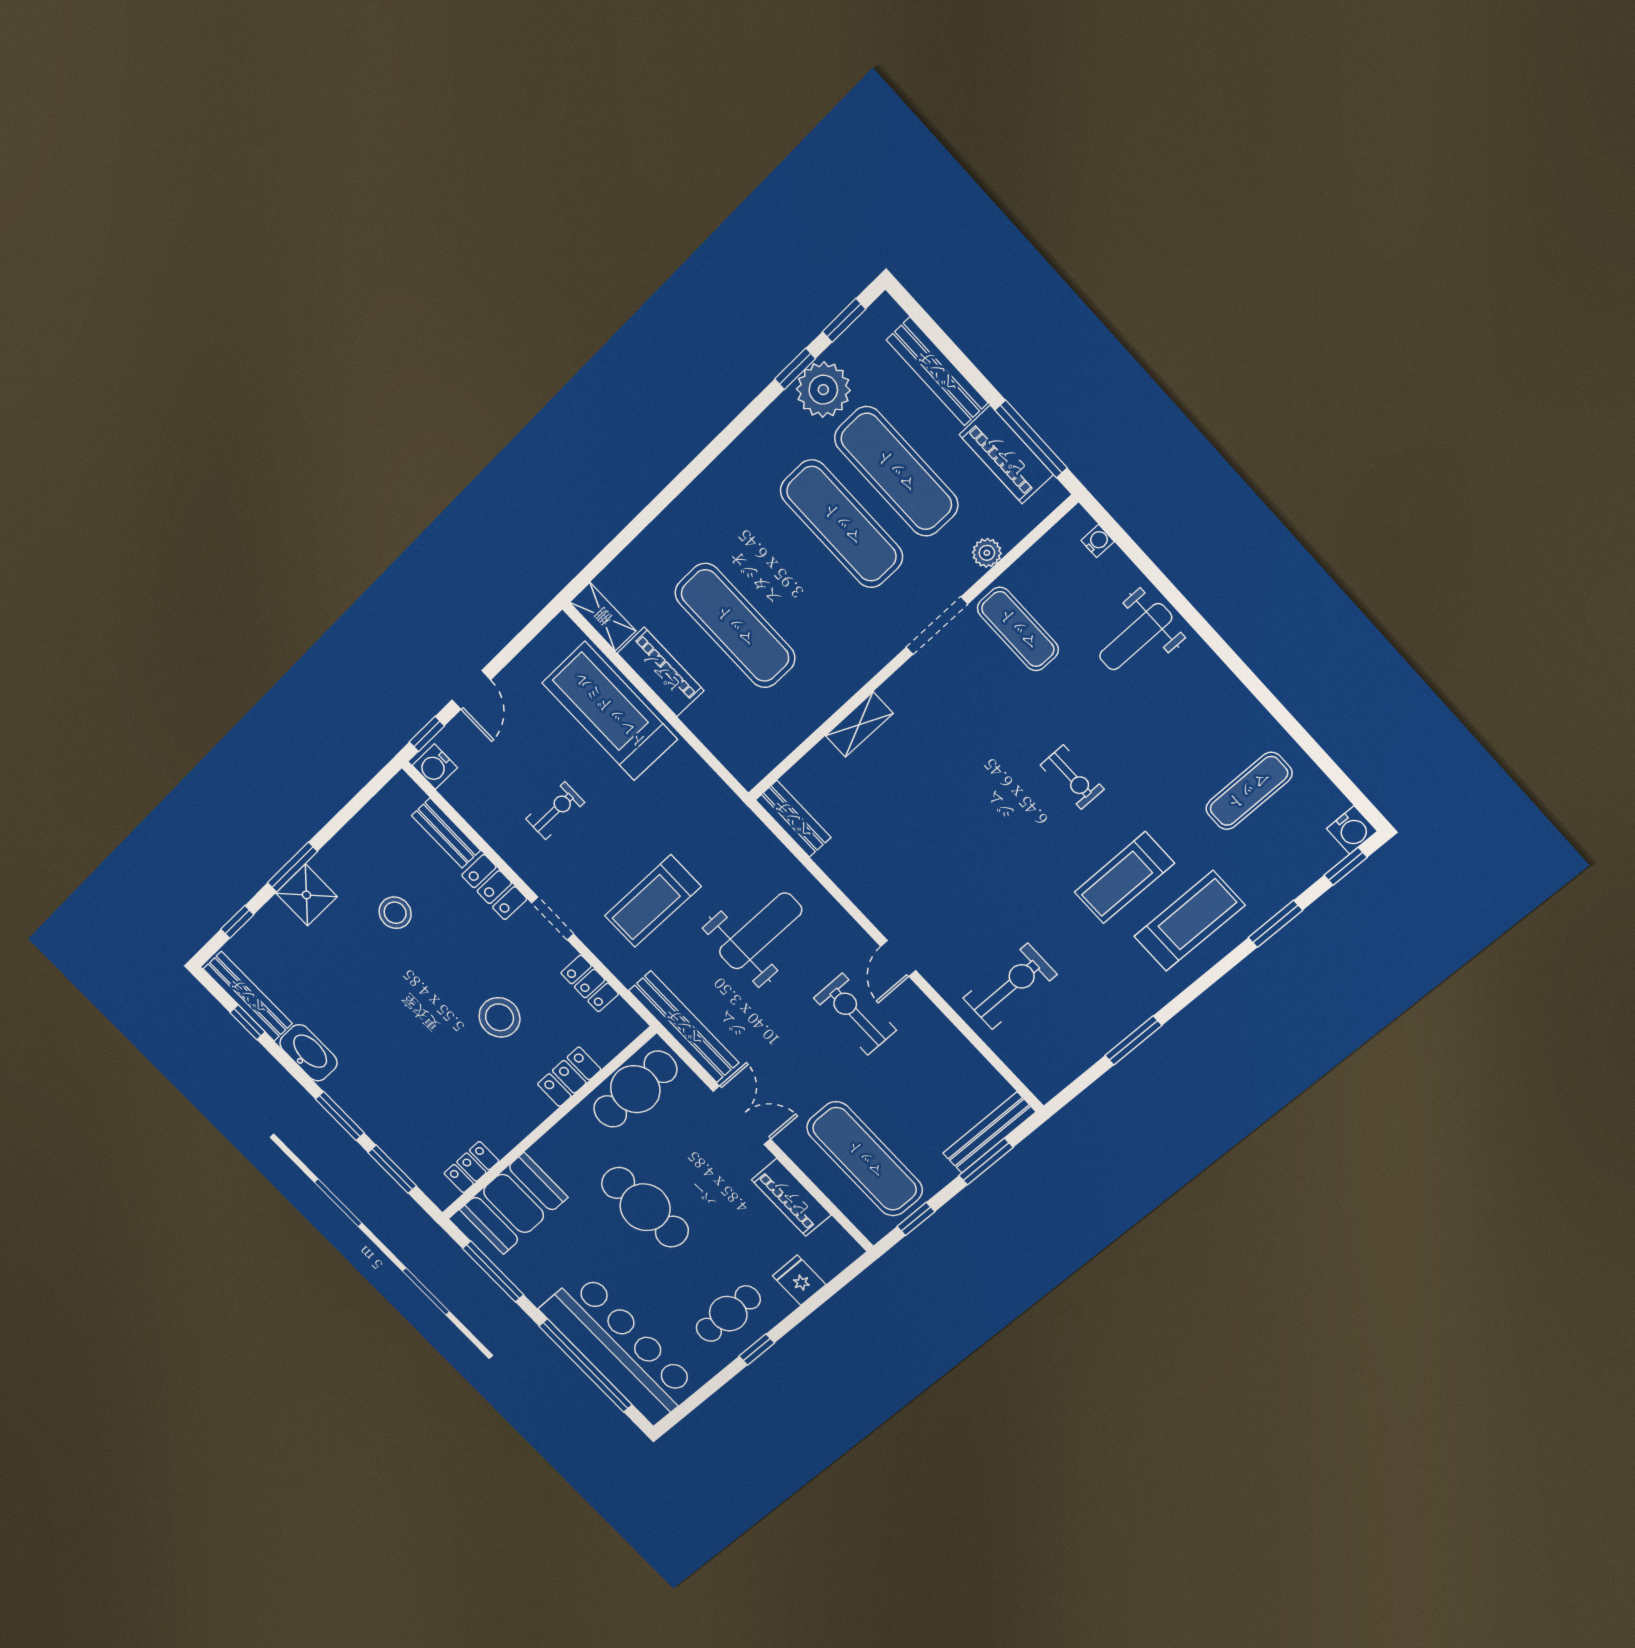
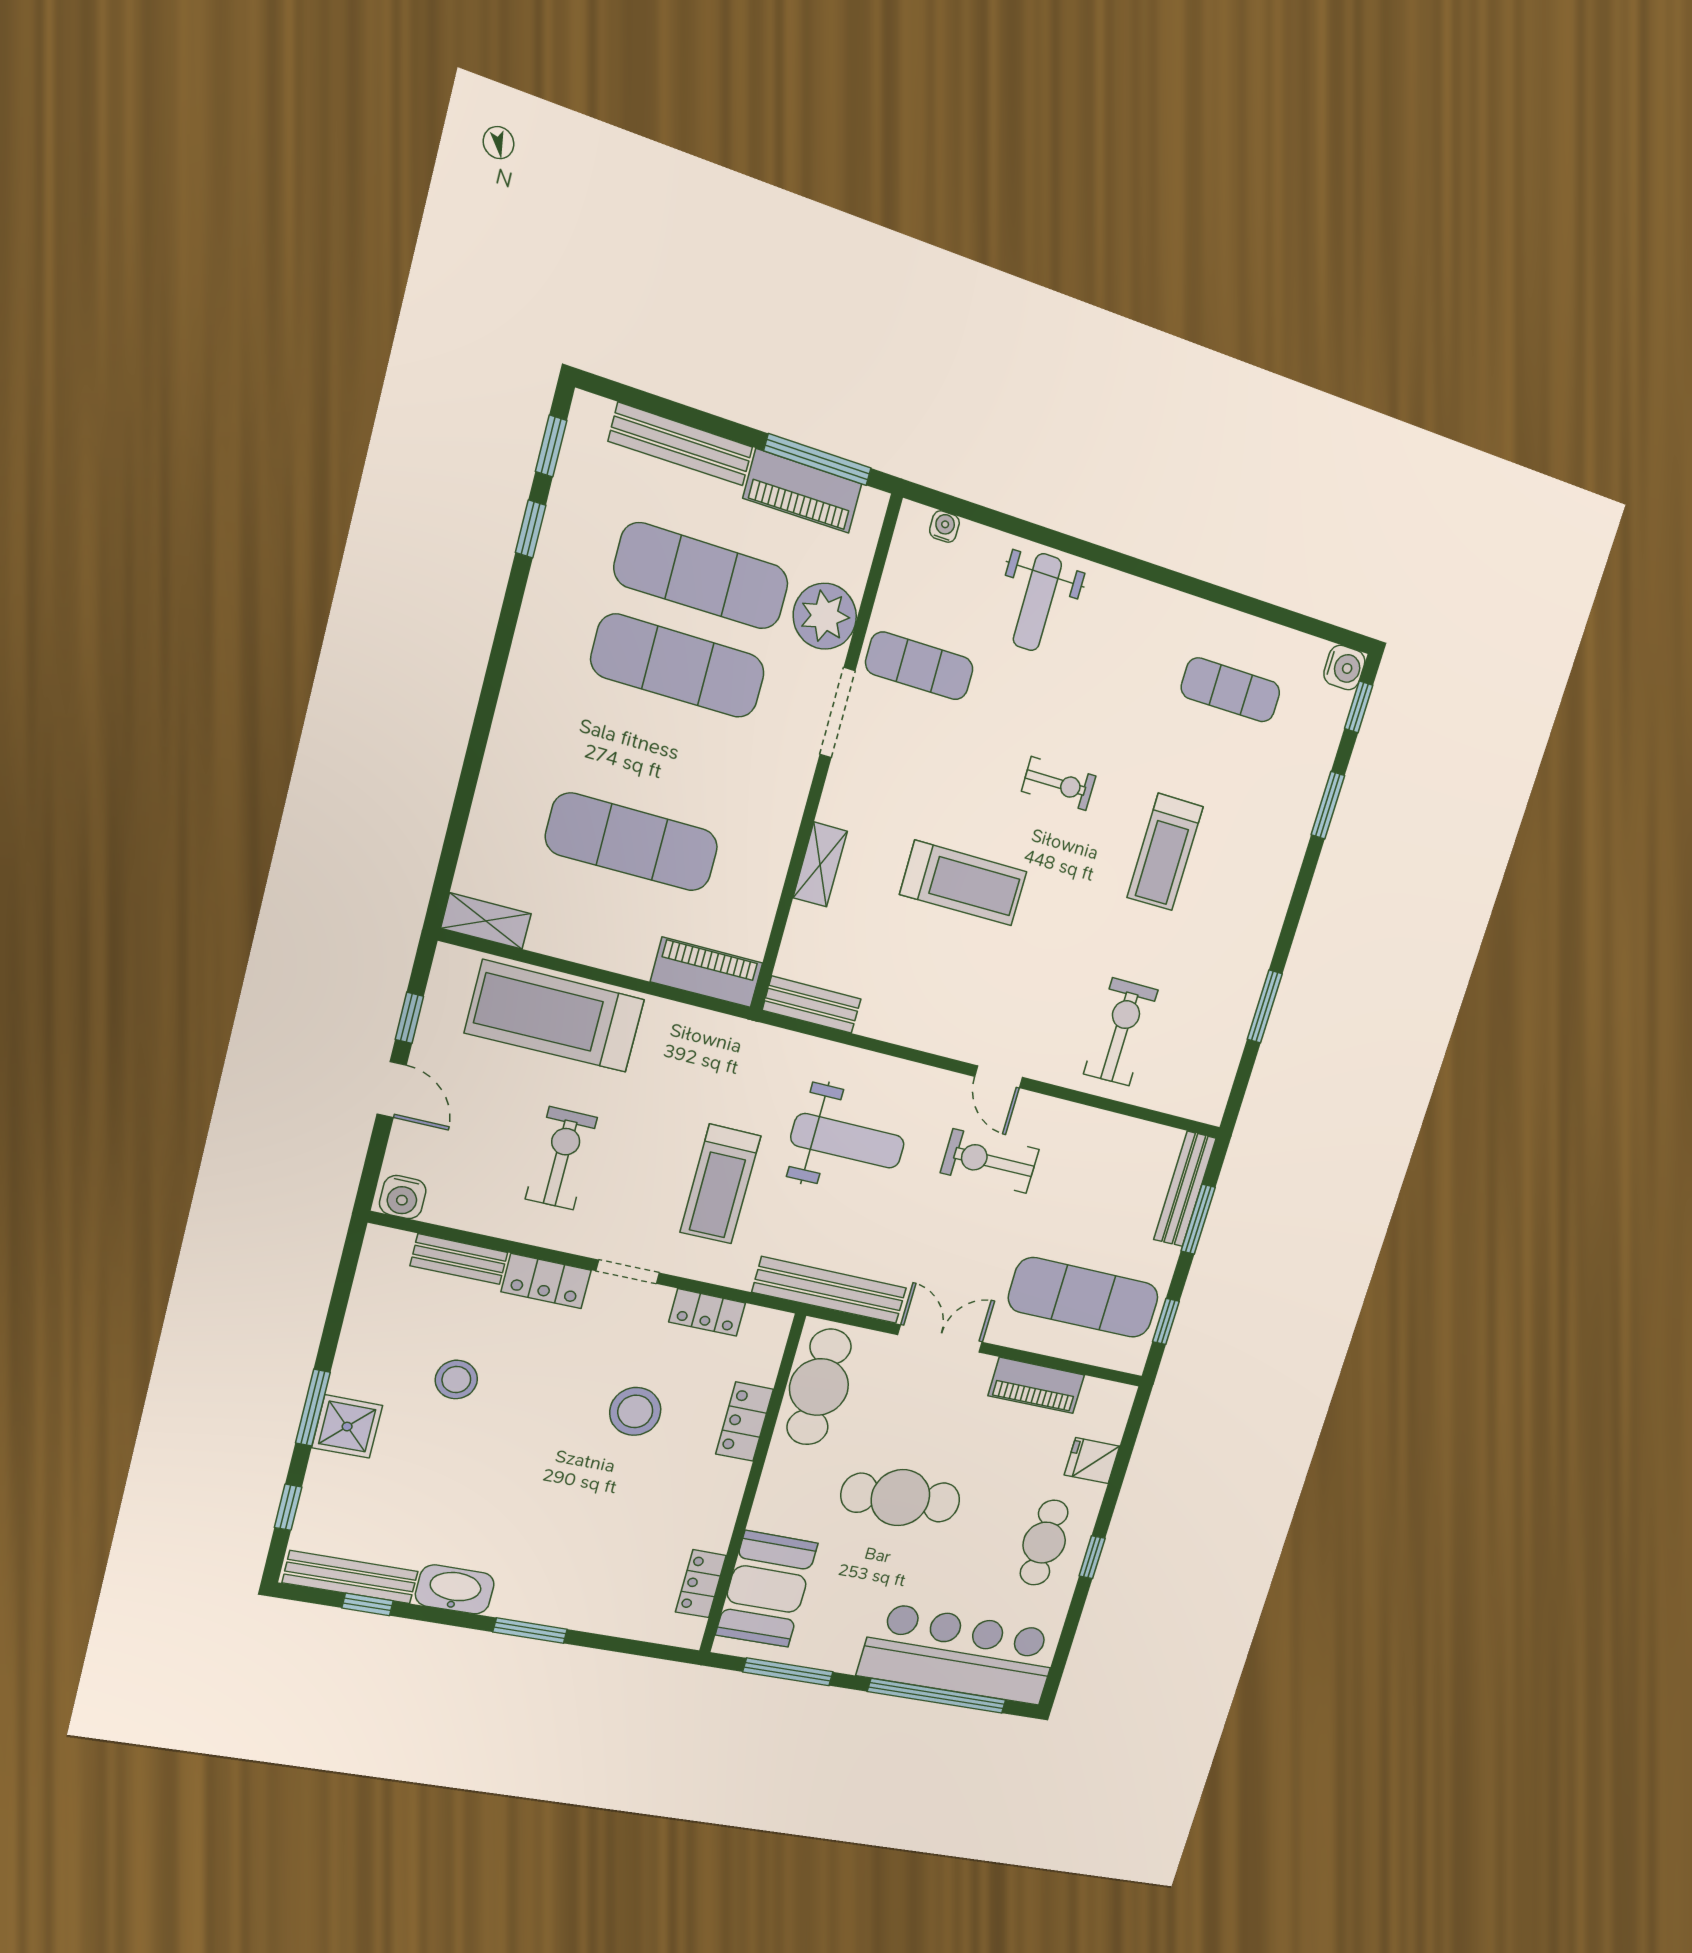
plant: (823, 390) -> (574, 534), removed
plant: (987, 553) -> (825, 616), width x1.87, depth x1.87
piano: (661, 672) -> (707, 972), moved
window: (427, 734) -> (409, 1018), moved
exercise mat: (1249, 791) -> (1231, 690), turned 90
exercise bike: (555, 811) -> (561, 1158), width x1.38, depth x1.39
treadmill: (1189, 921) -> (963, 883), moved, turned 90
weight bench: (761, 931) -> (848, 1141), turned 90
window: (392, 1169) -> (620, 1645), removed

